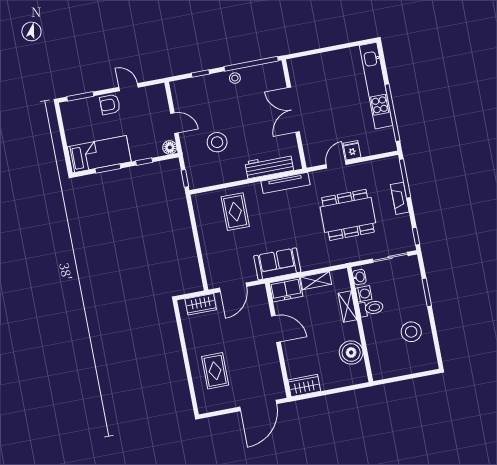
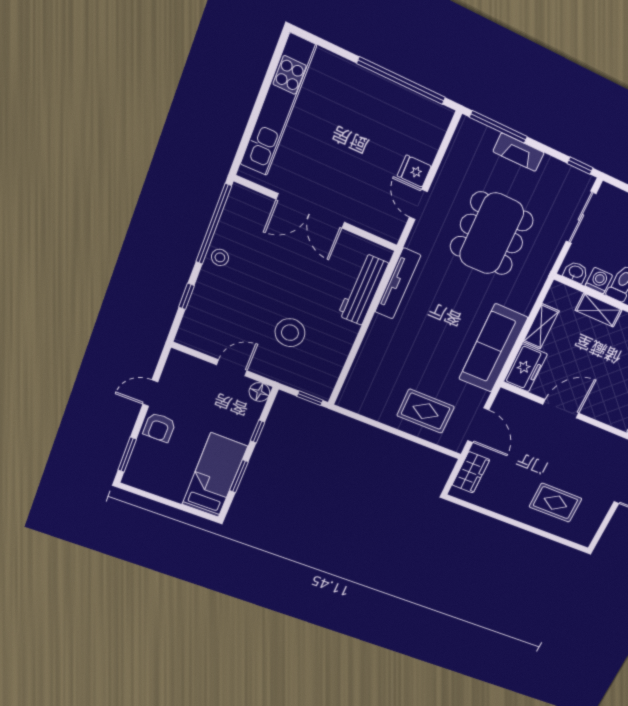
kitchen unit: (376, 86) -> (278, 105), moved, turned -90
rug: (235, 212) -> (426, 411), moved
sofa: (277, 264) -> (493, 348), width x1.36

